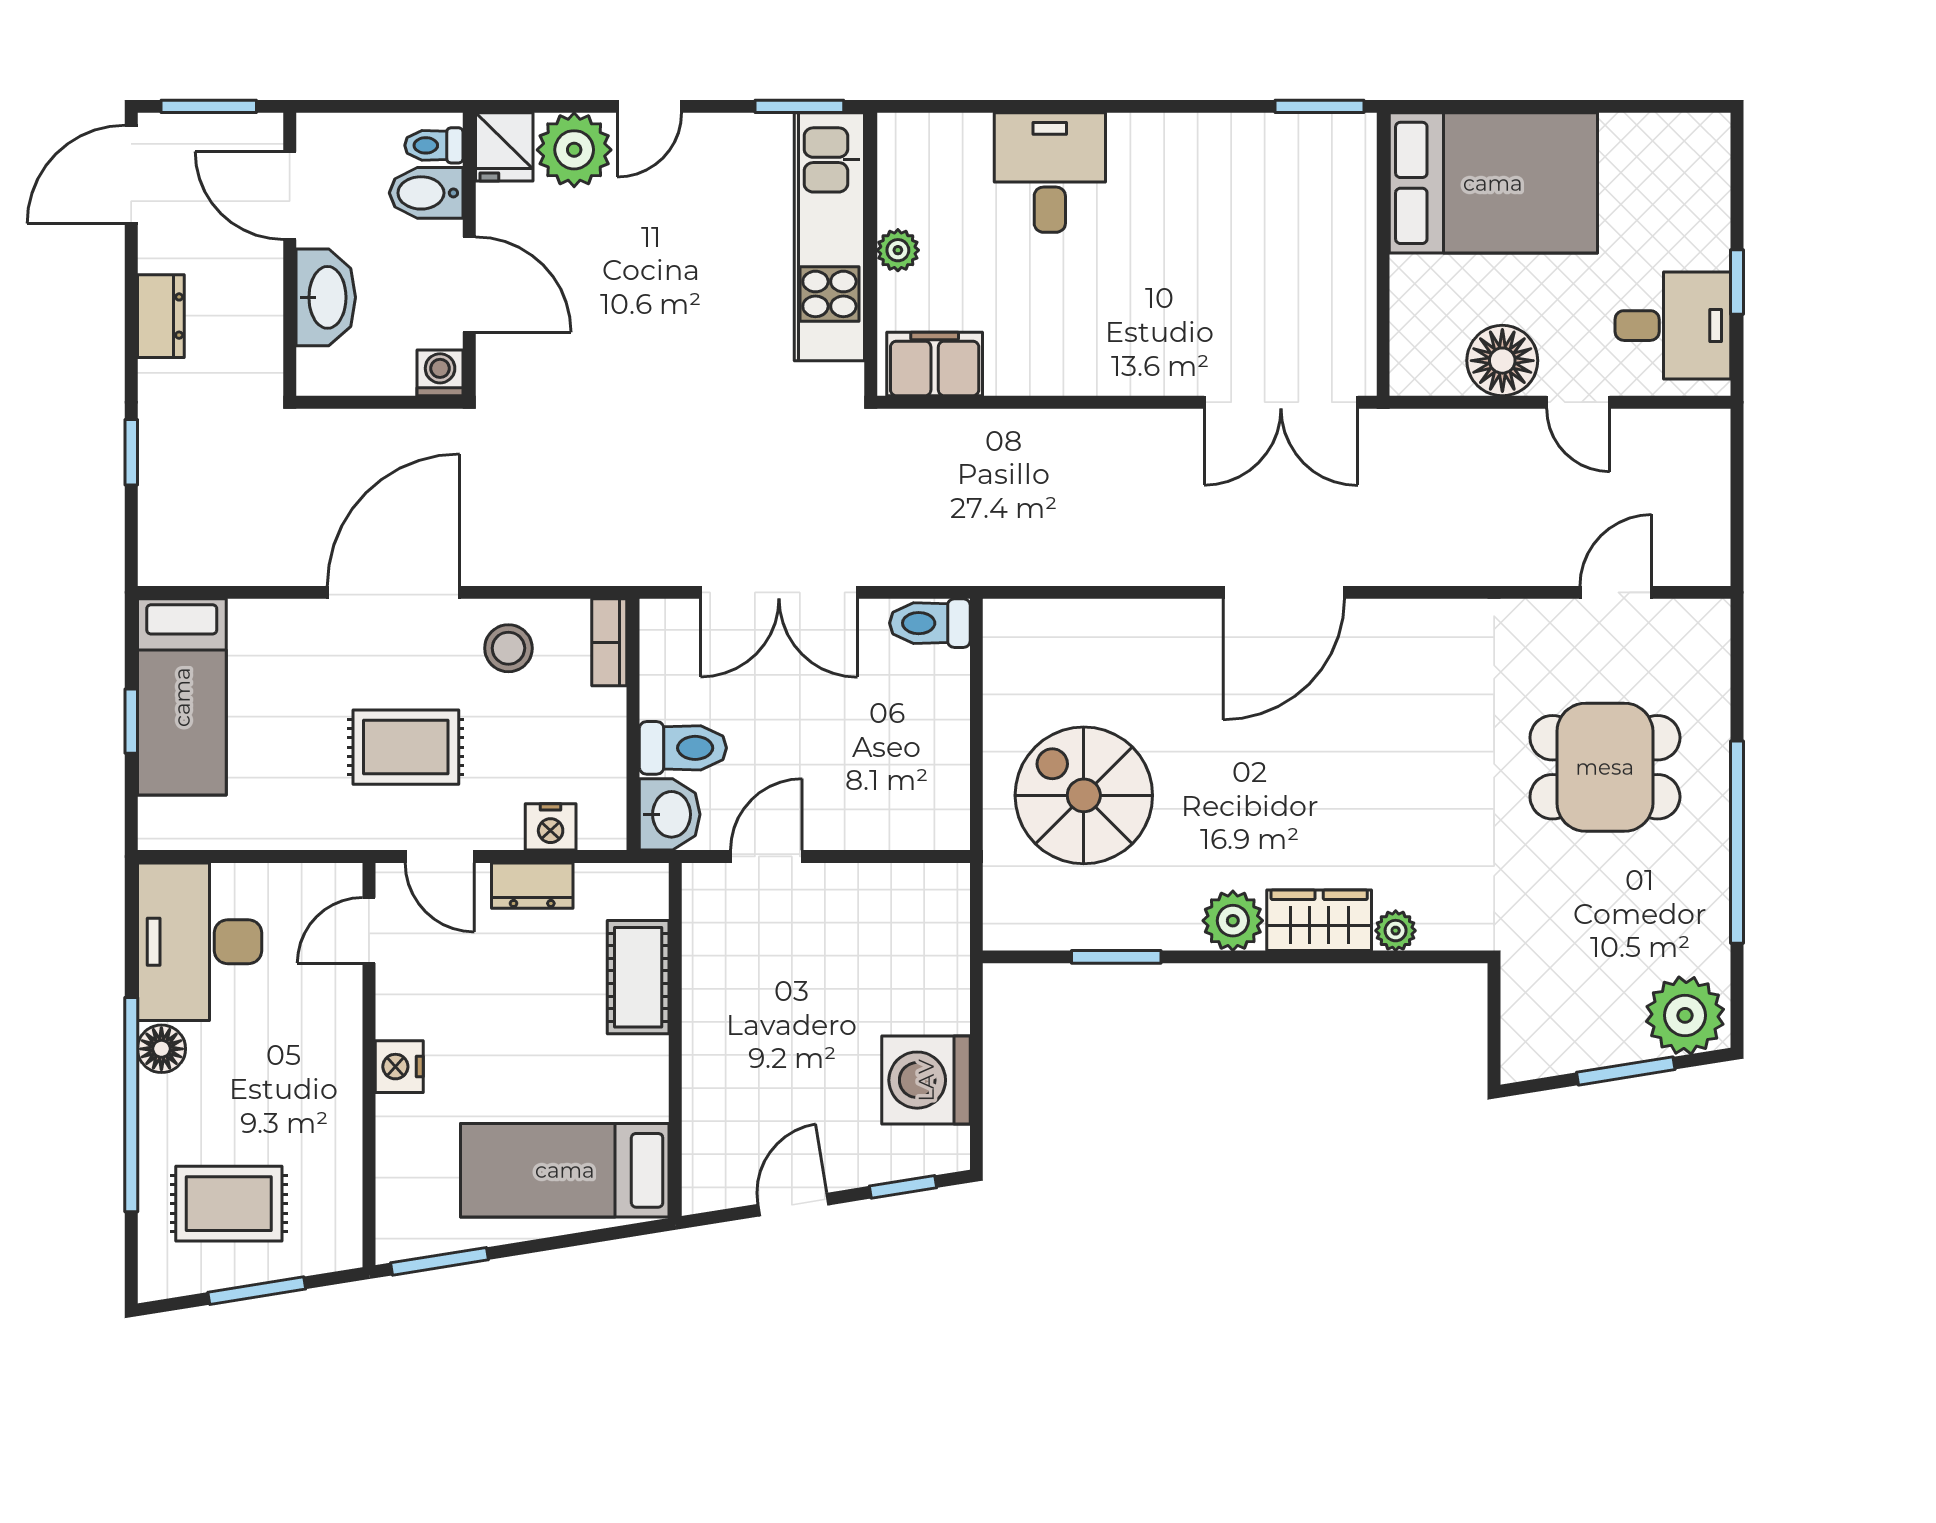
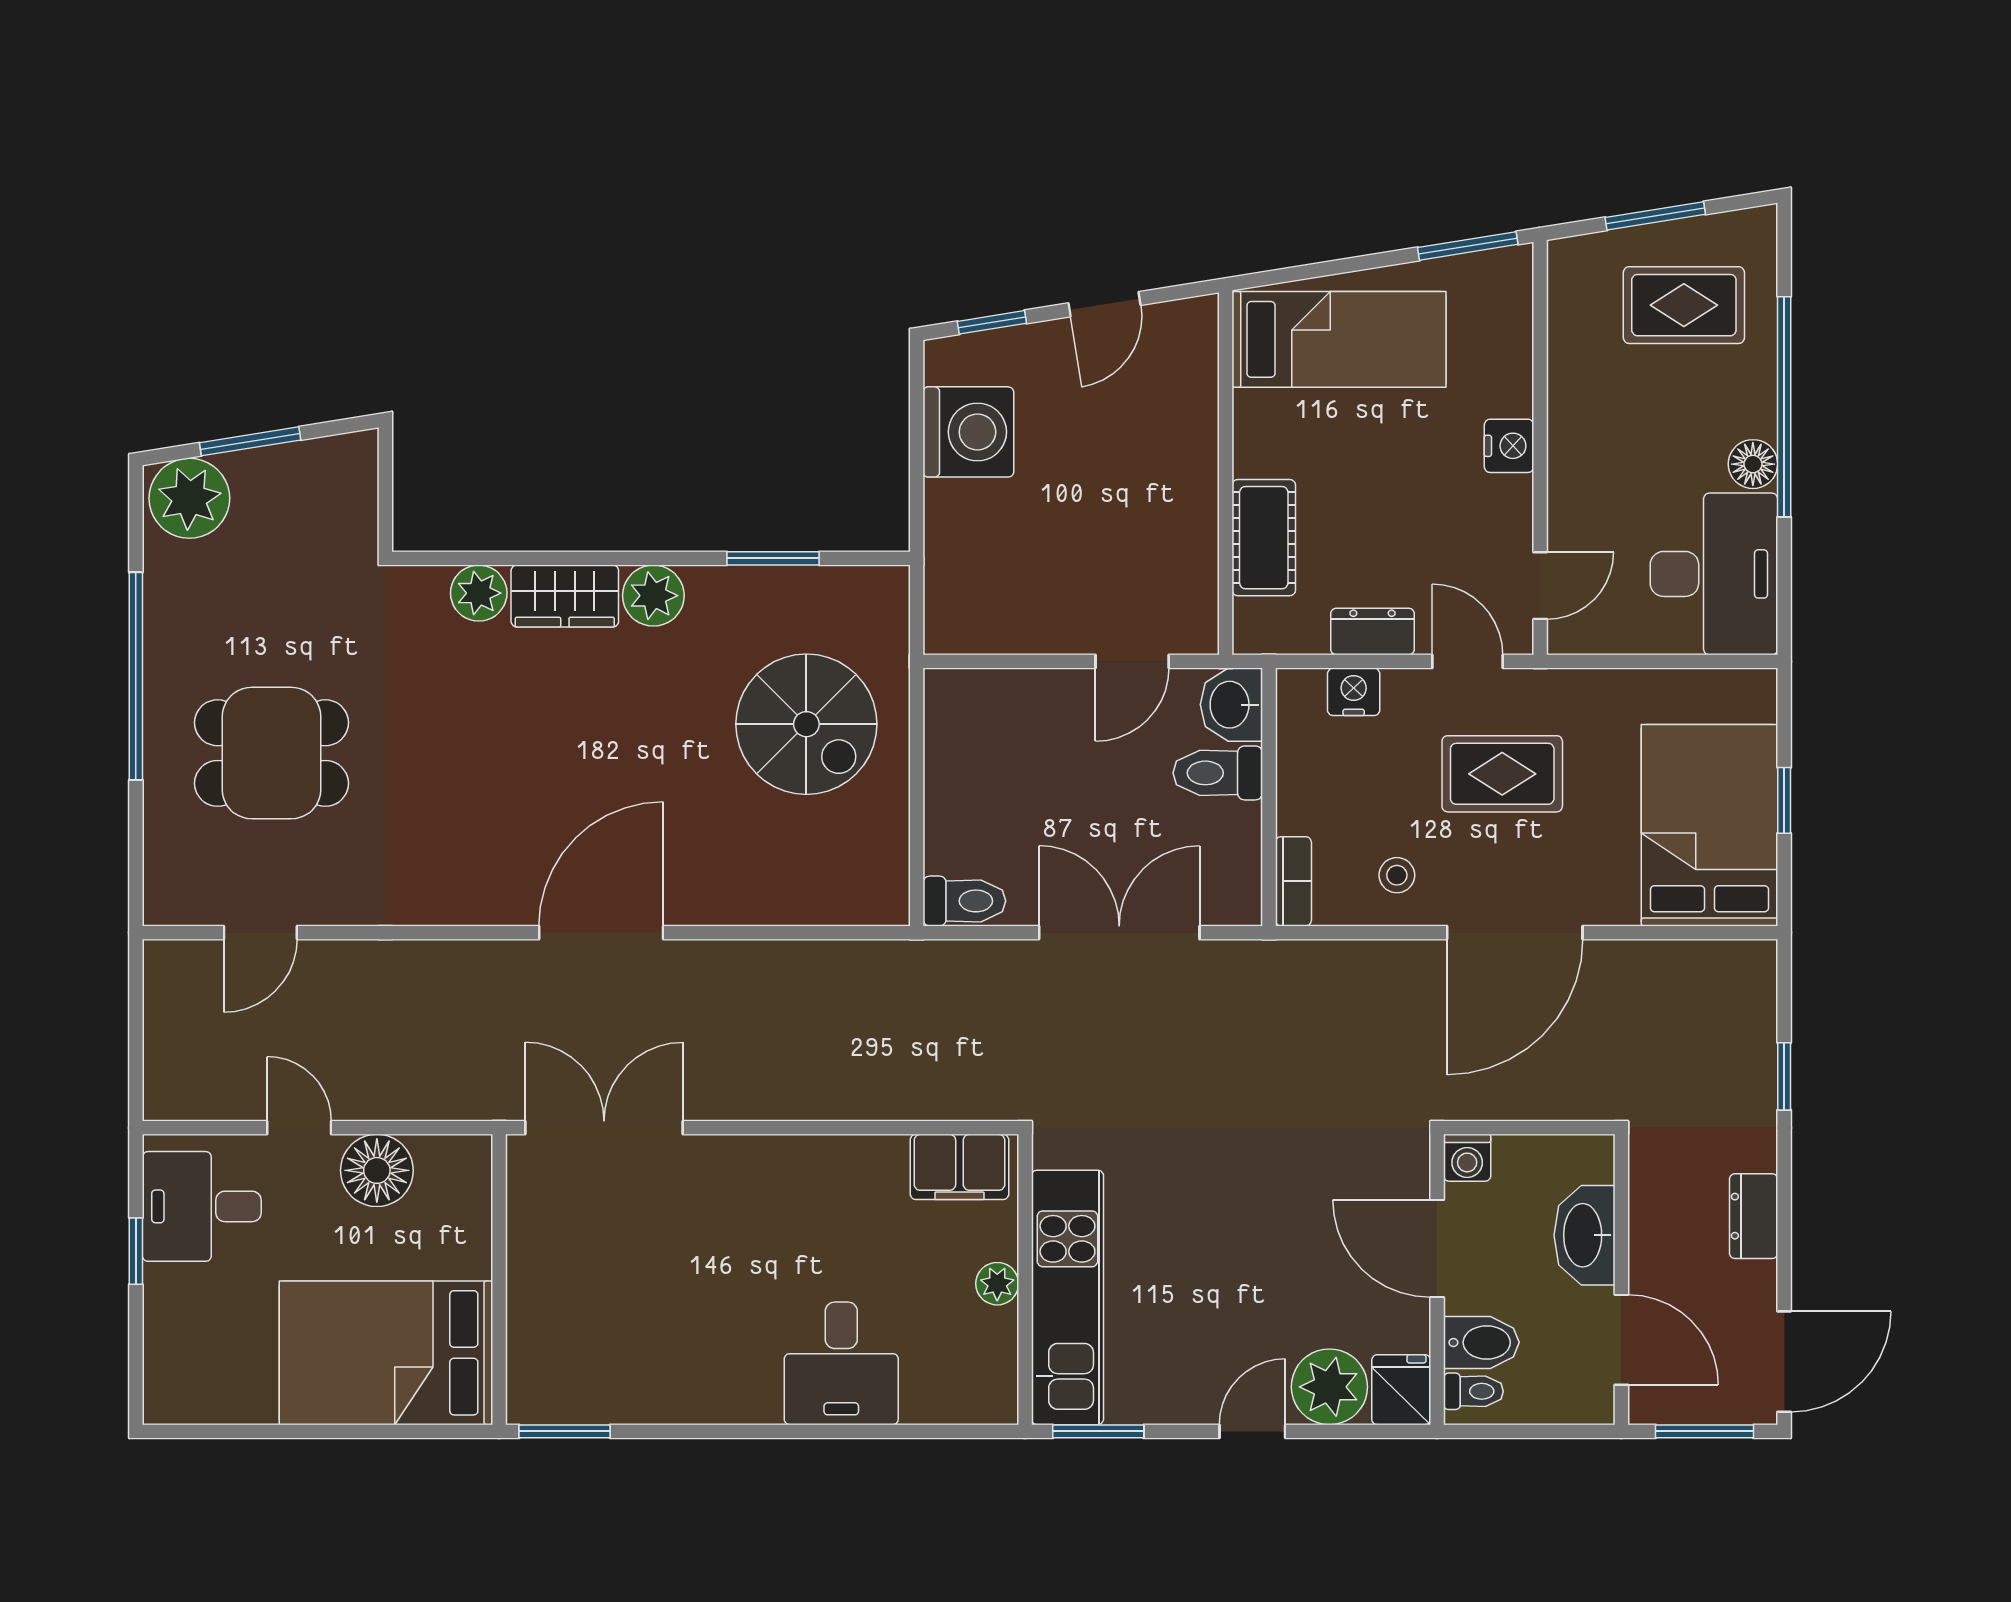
stool: (508, 648) -> (1397, 875), width x0.73, depth x0.73
bed: (182, 697) -> (1709, 825), width x1.50
plant: (1396, 931) -> (479, 593), width x1.38, depth x1.38

